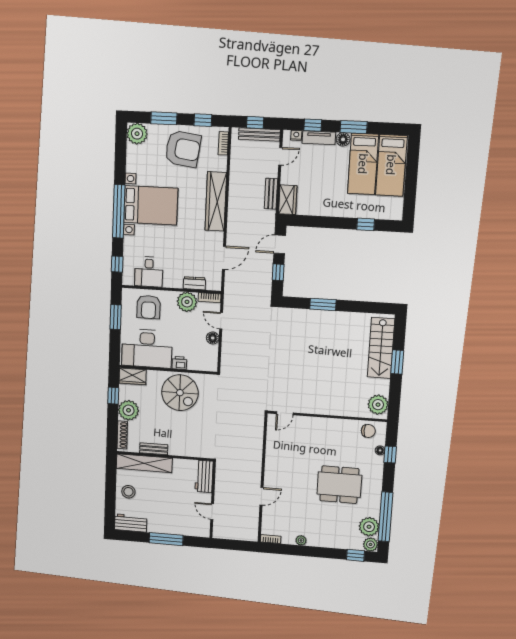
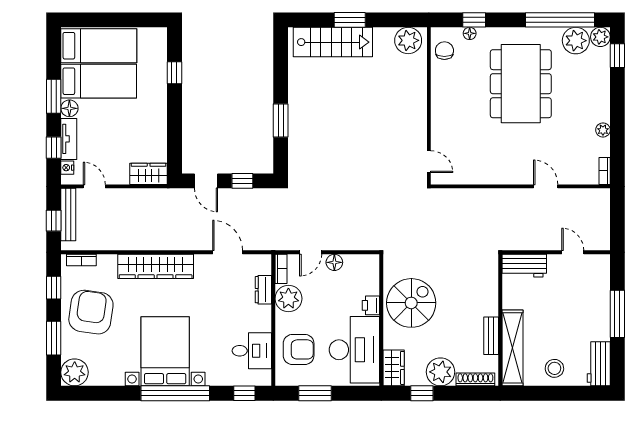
bench: (271, 194) -> (142, 196), removed
dining table: (339, 485) -> (521, 84), width x1.36, depth x1.24
door: (212, 512) -> (573, 252), swing flipped

